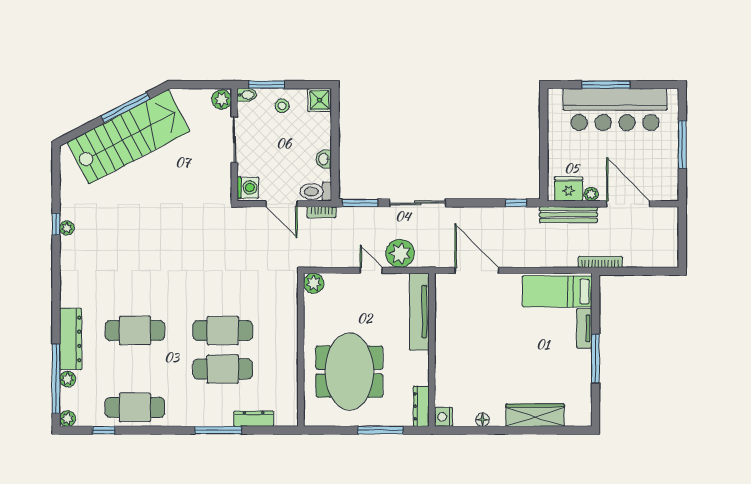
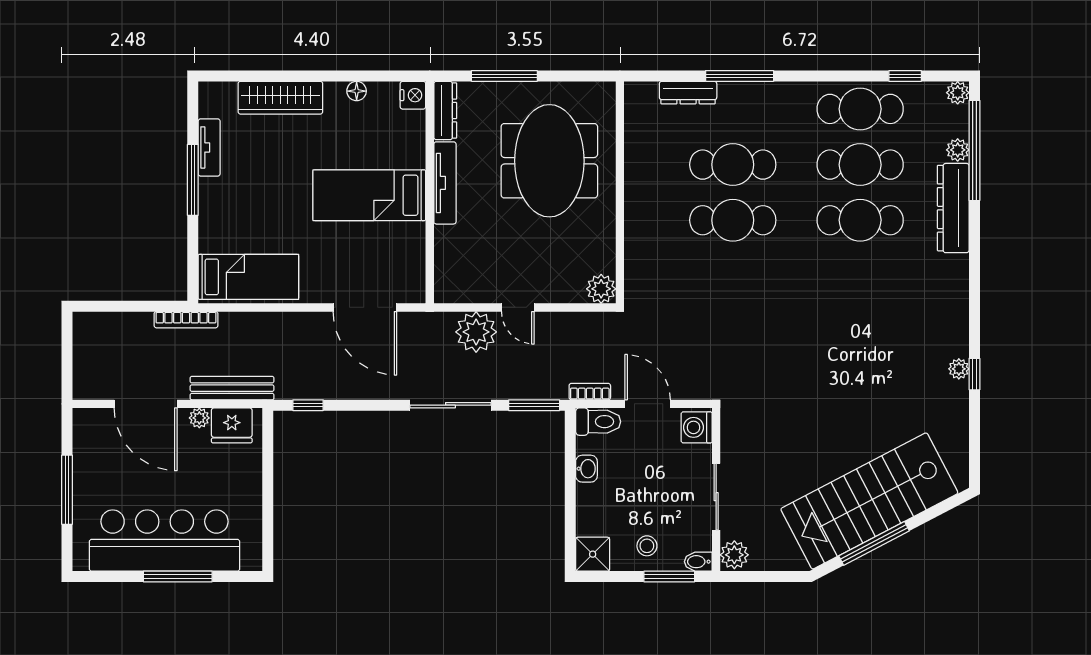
tv unit: (419, 312) -> (445, 183), moved, width x0.73, depth x0.78
tv unit: (584, 328) -> (209, 147), moved
bed: (474, 348) -> (369, 195), added
cafe table: (135, 369) -> (860, 165), added

